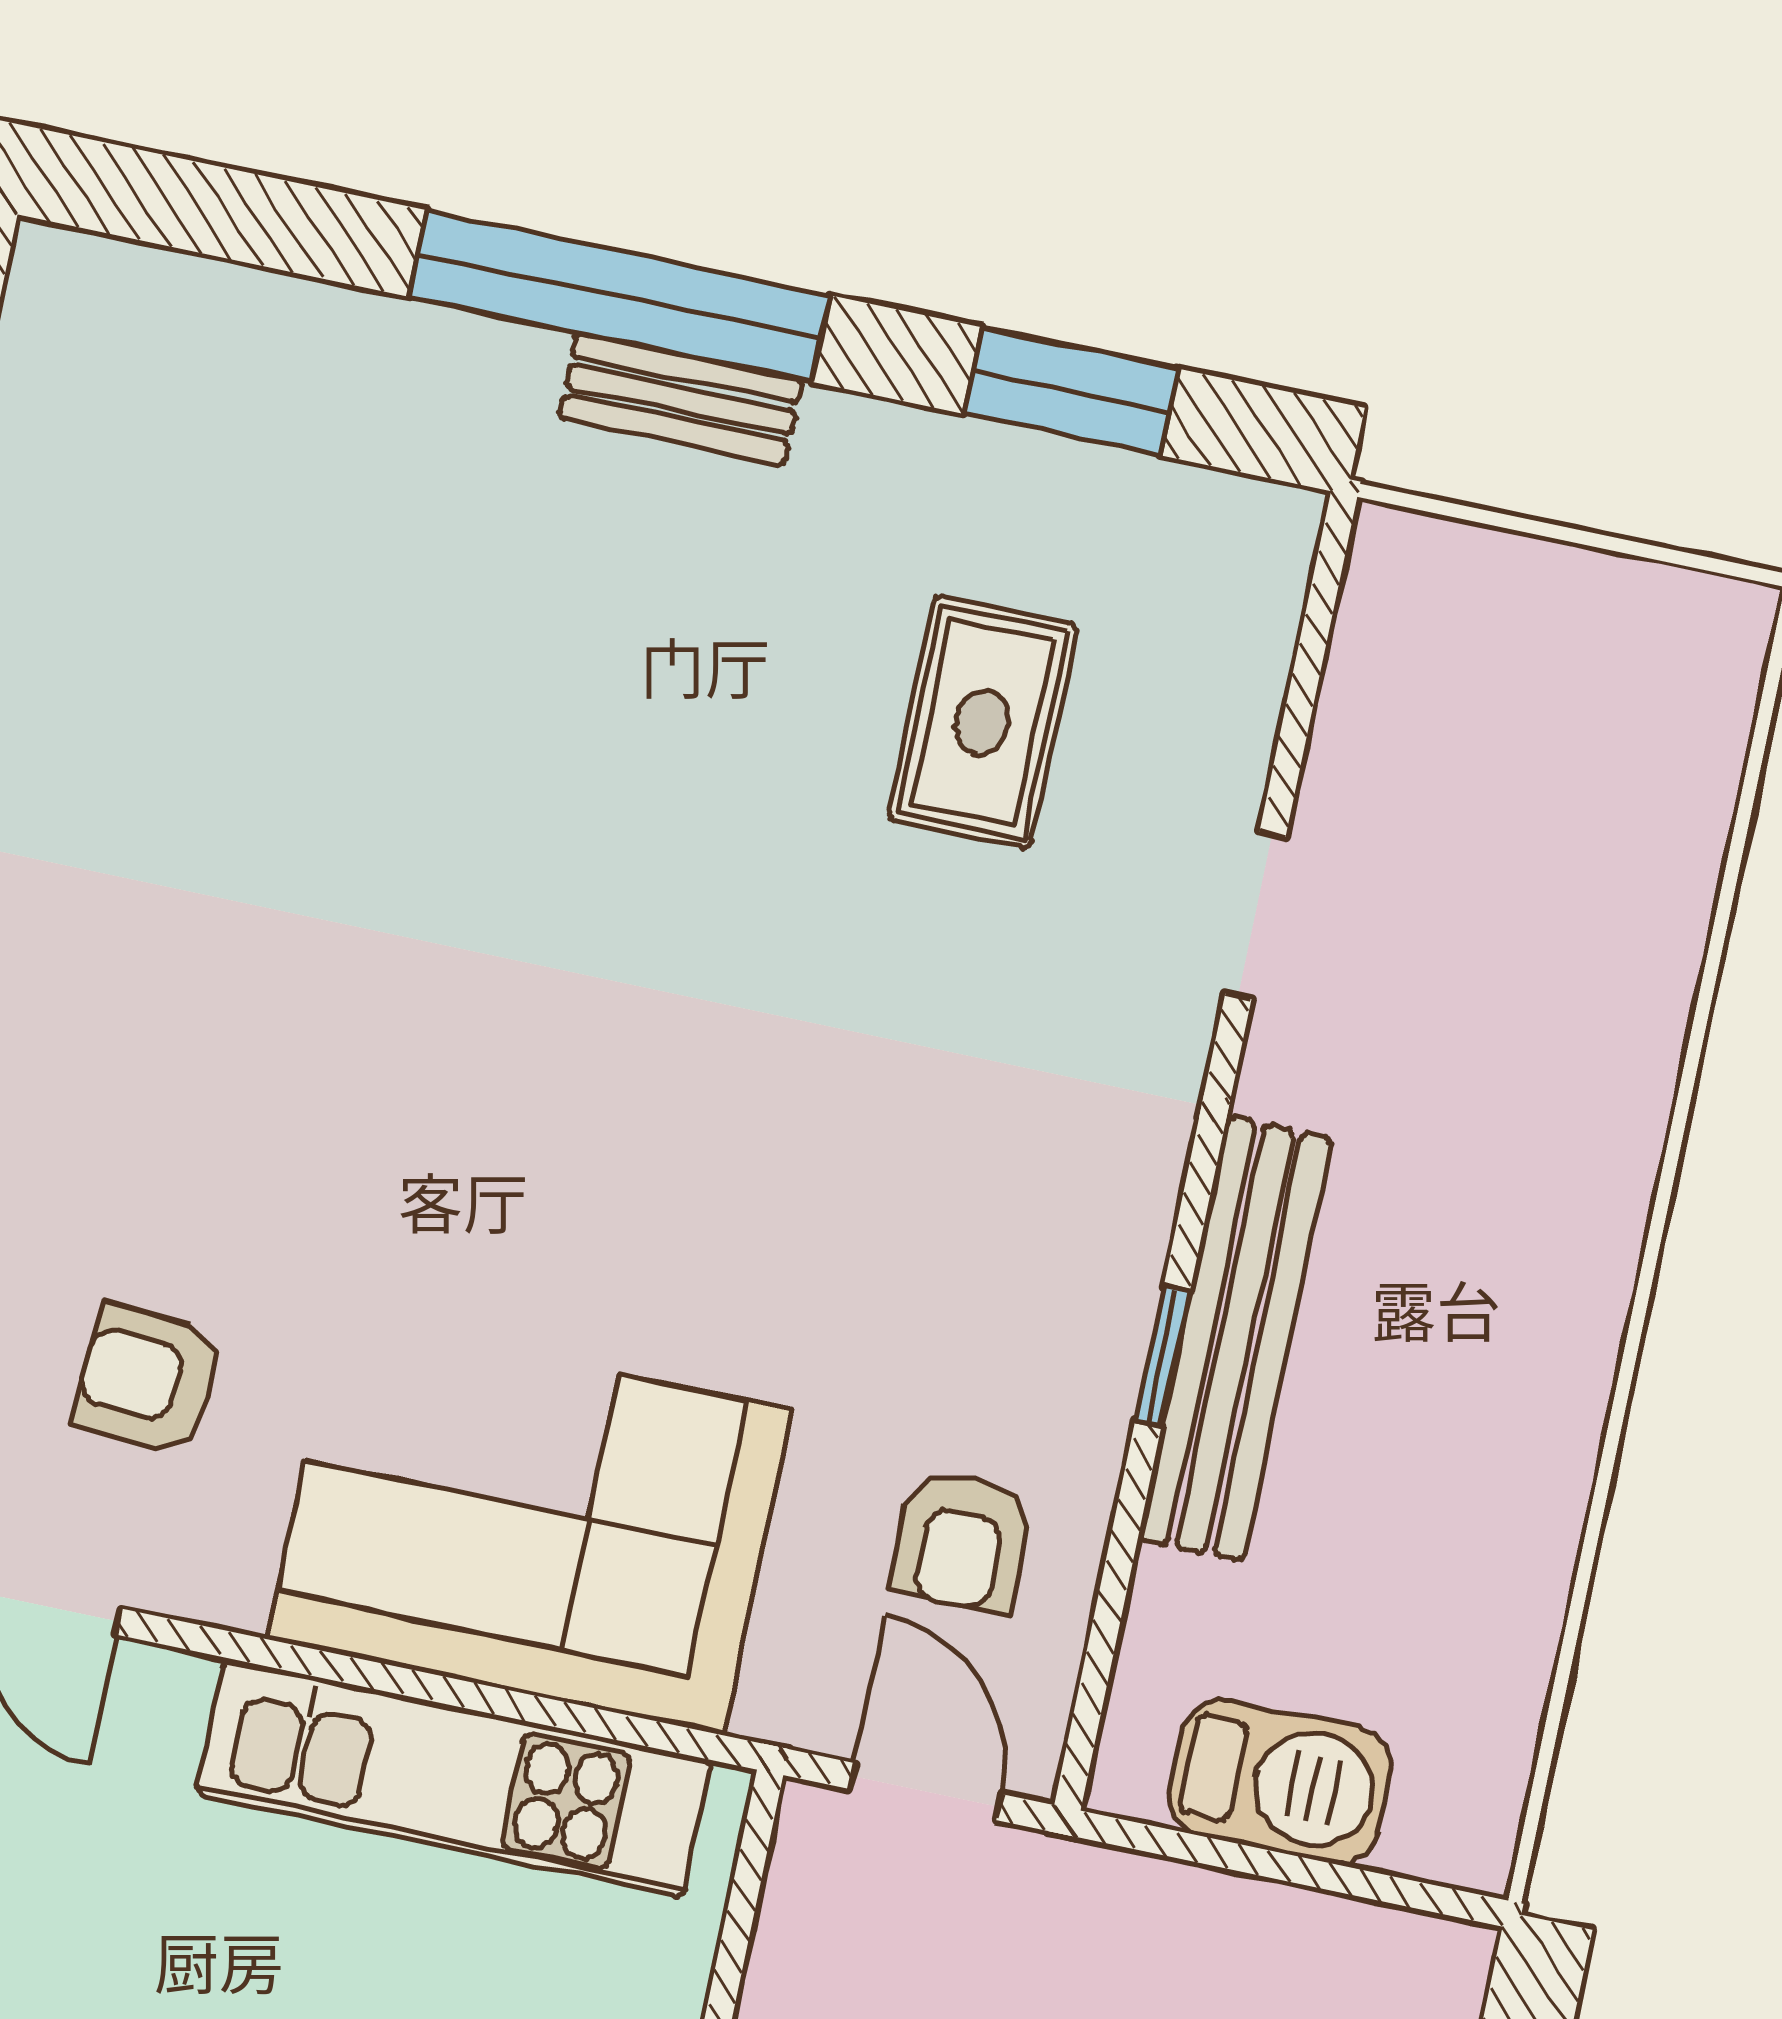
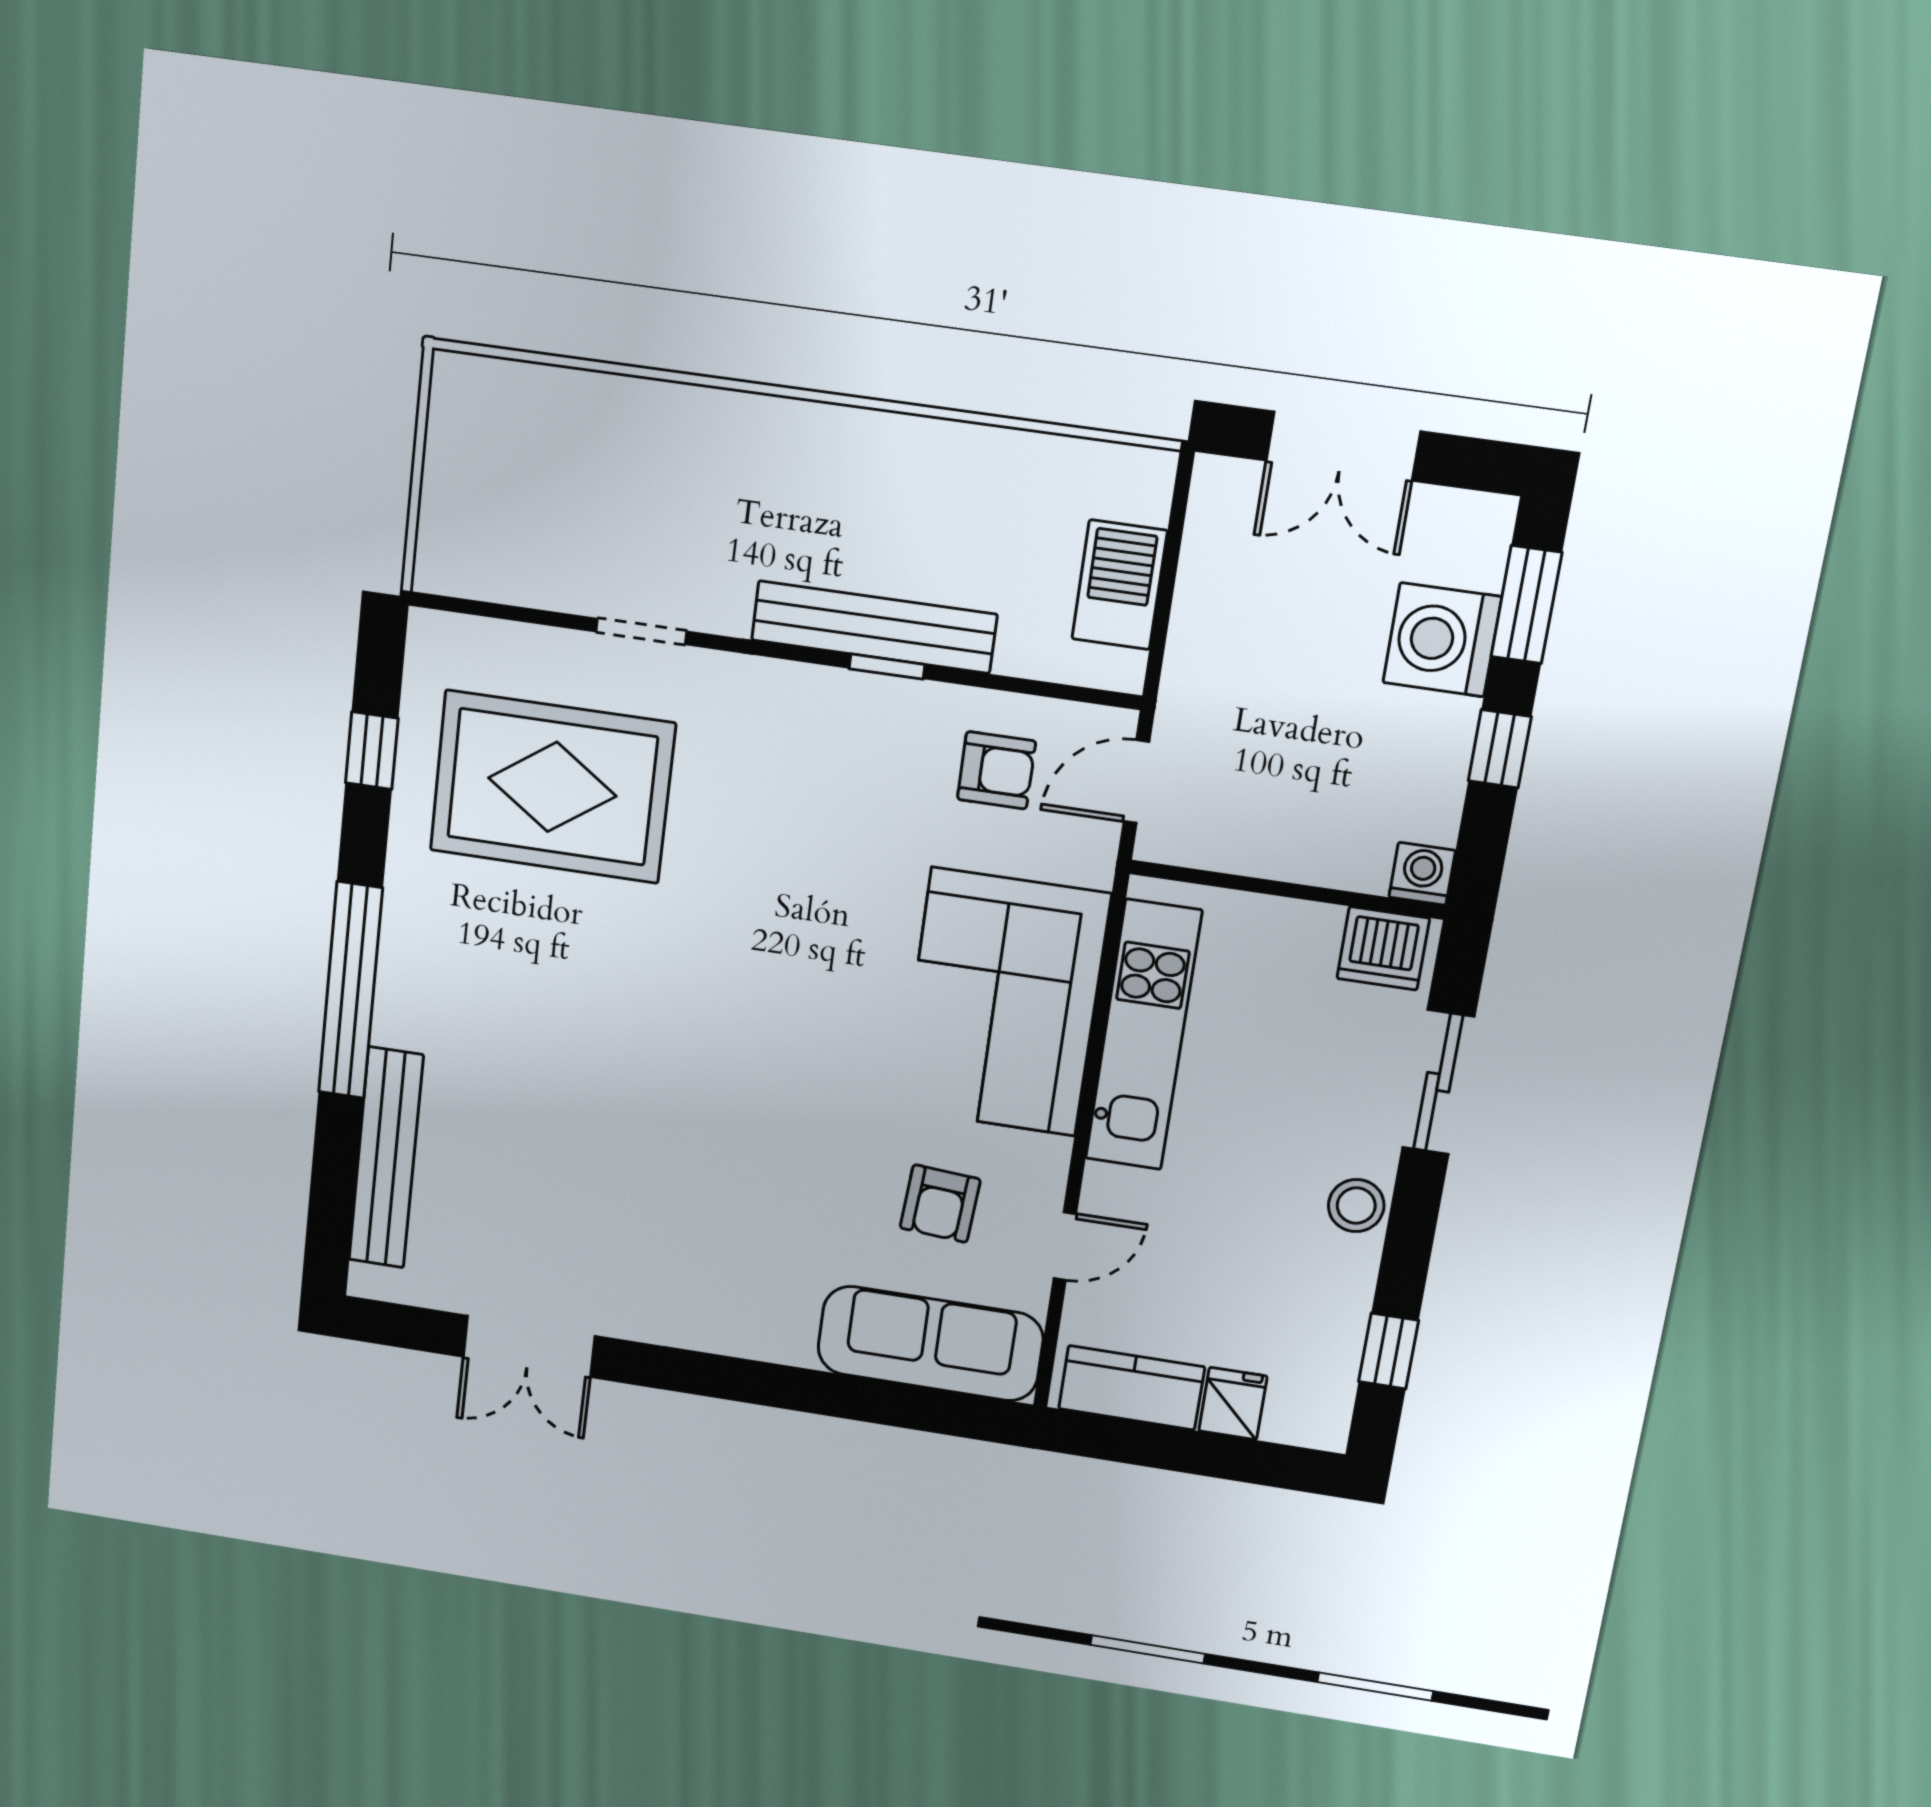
window: (1071, 391) -> (372, 751), width x0.67
bench: (681, 399) -> (386, 1158), moved, width x1.86, depth x1.21
rug: (982, 722) -> (552, 787), width x1.86, depth x2.06

